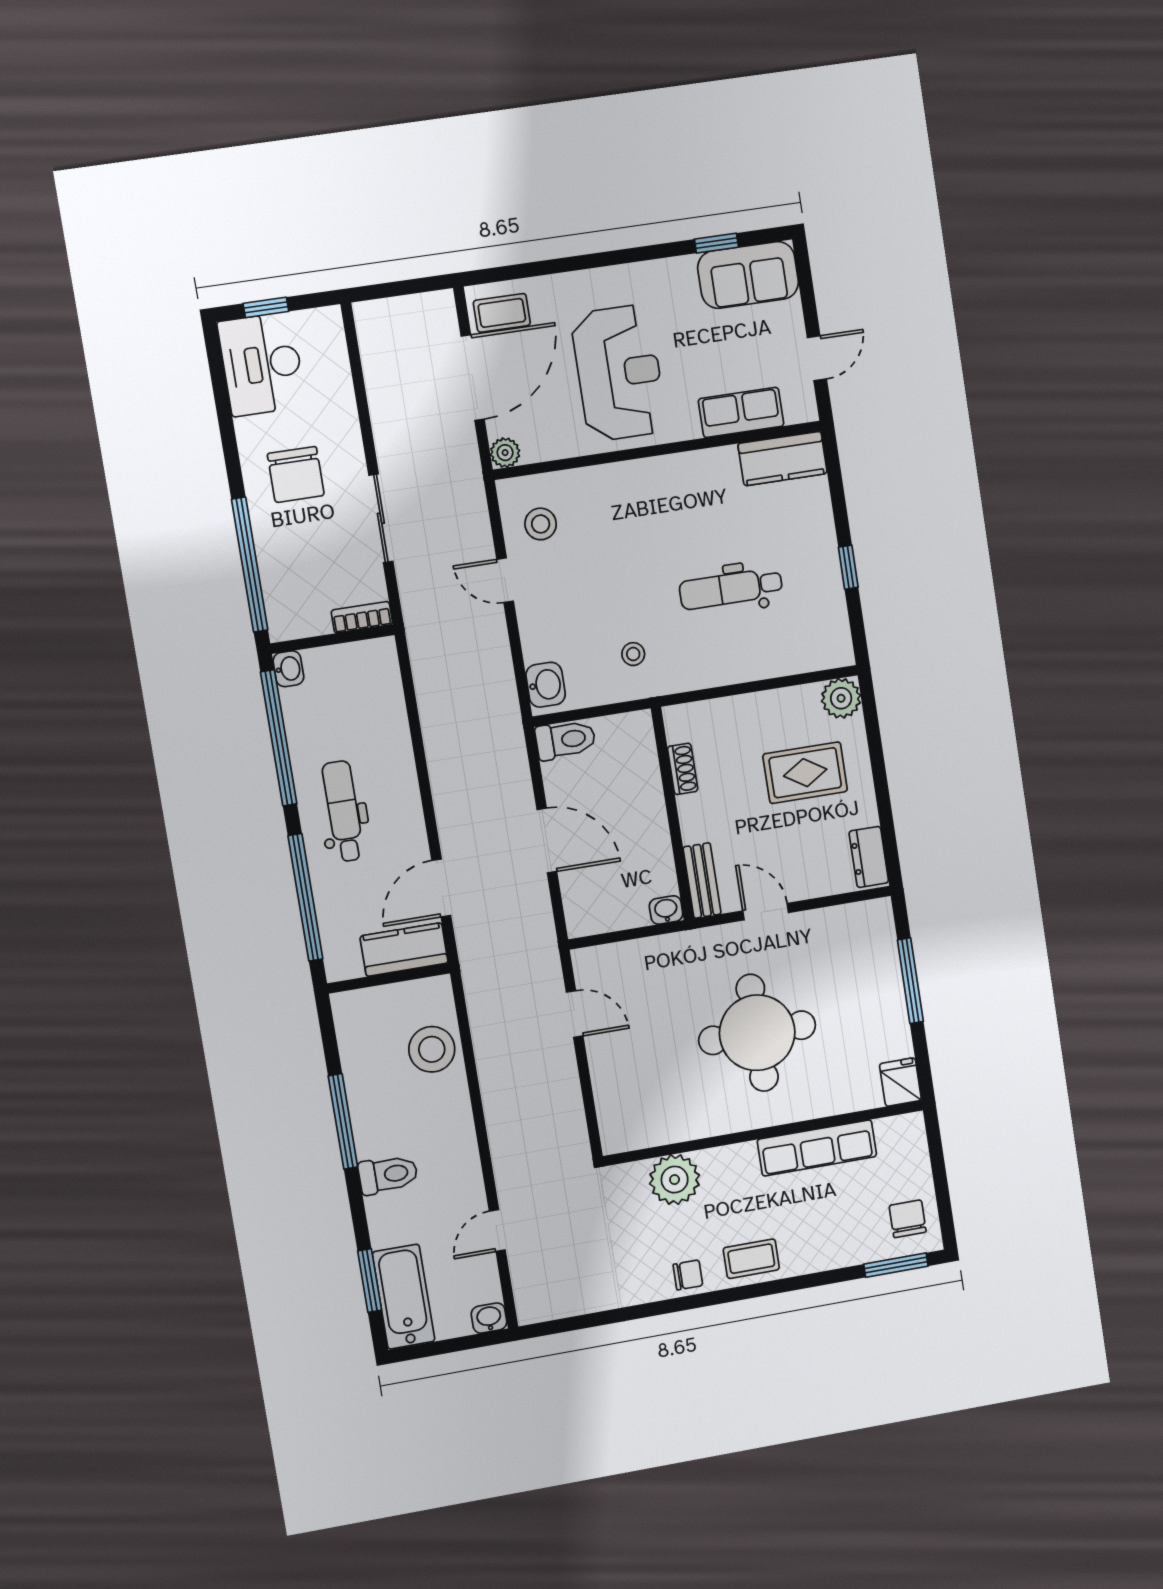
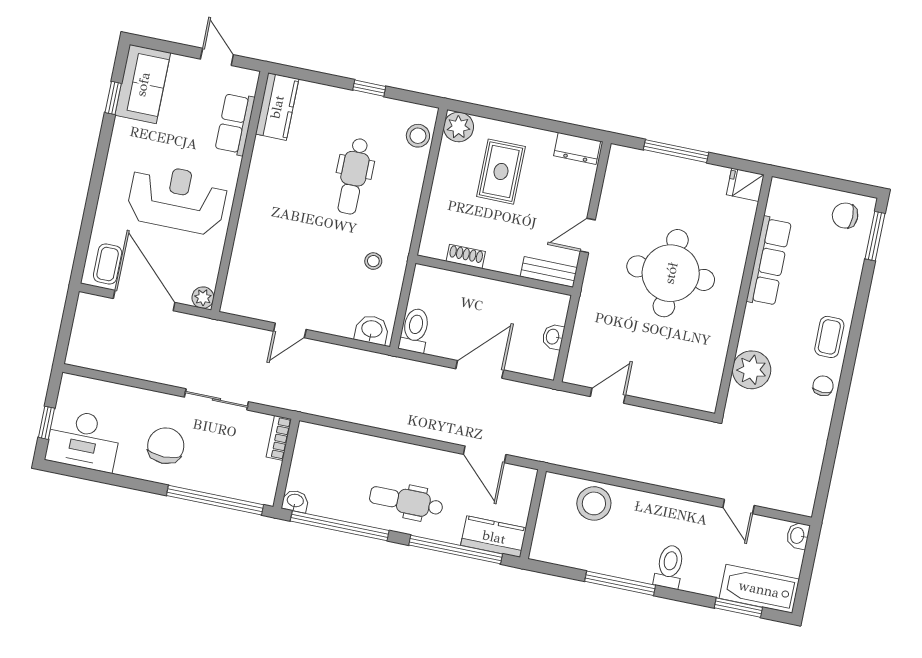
chair: (296, 475) -> (166, 446), turned -90
stool: (541, 524) -> (418, 136), moved
washbasin: (666, 910) -> (553, 337), moved
kitchen counter: (404, 950) -> (494, 537), moved, turned 90

